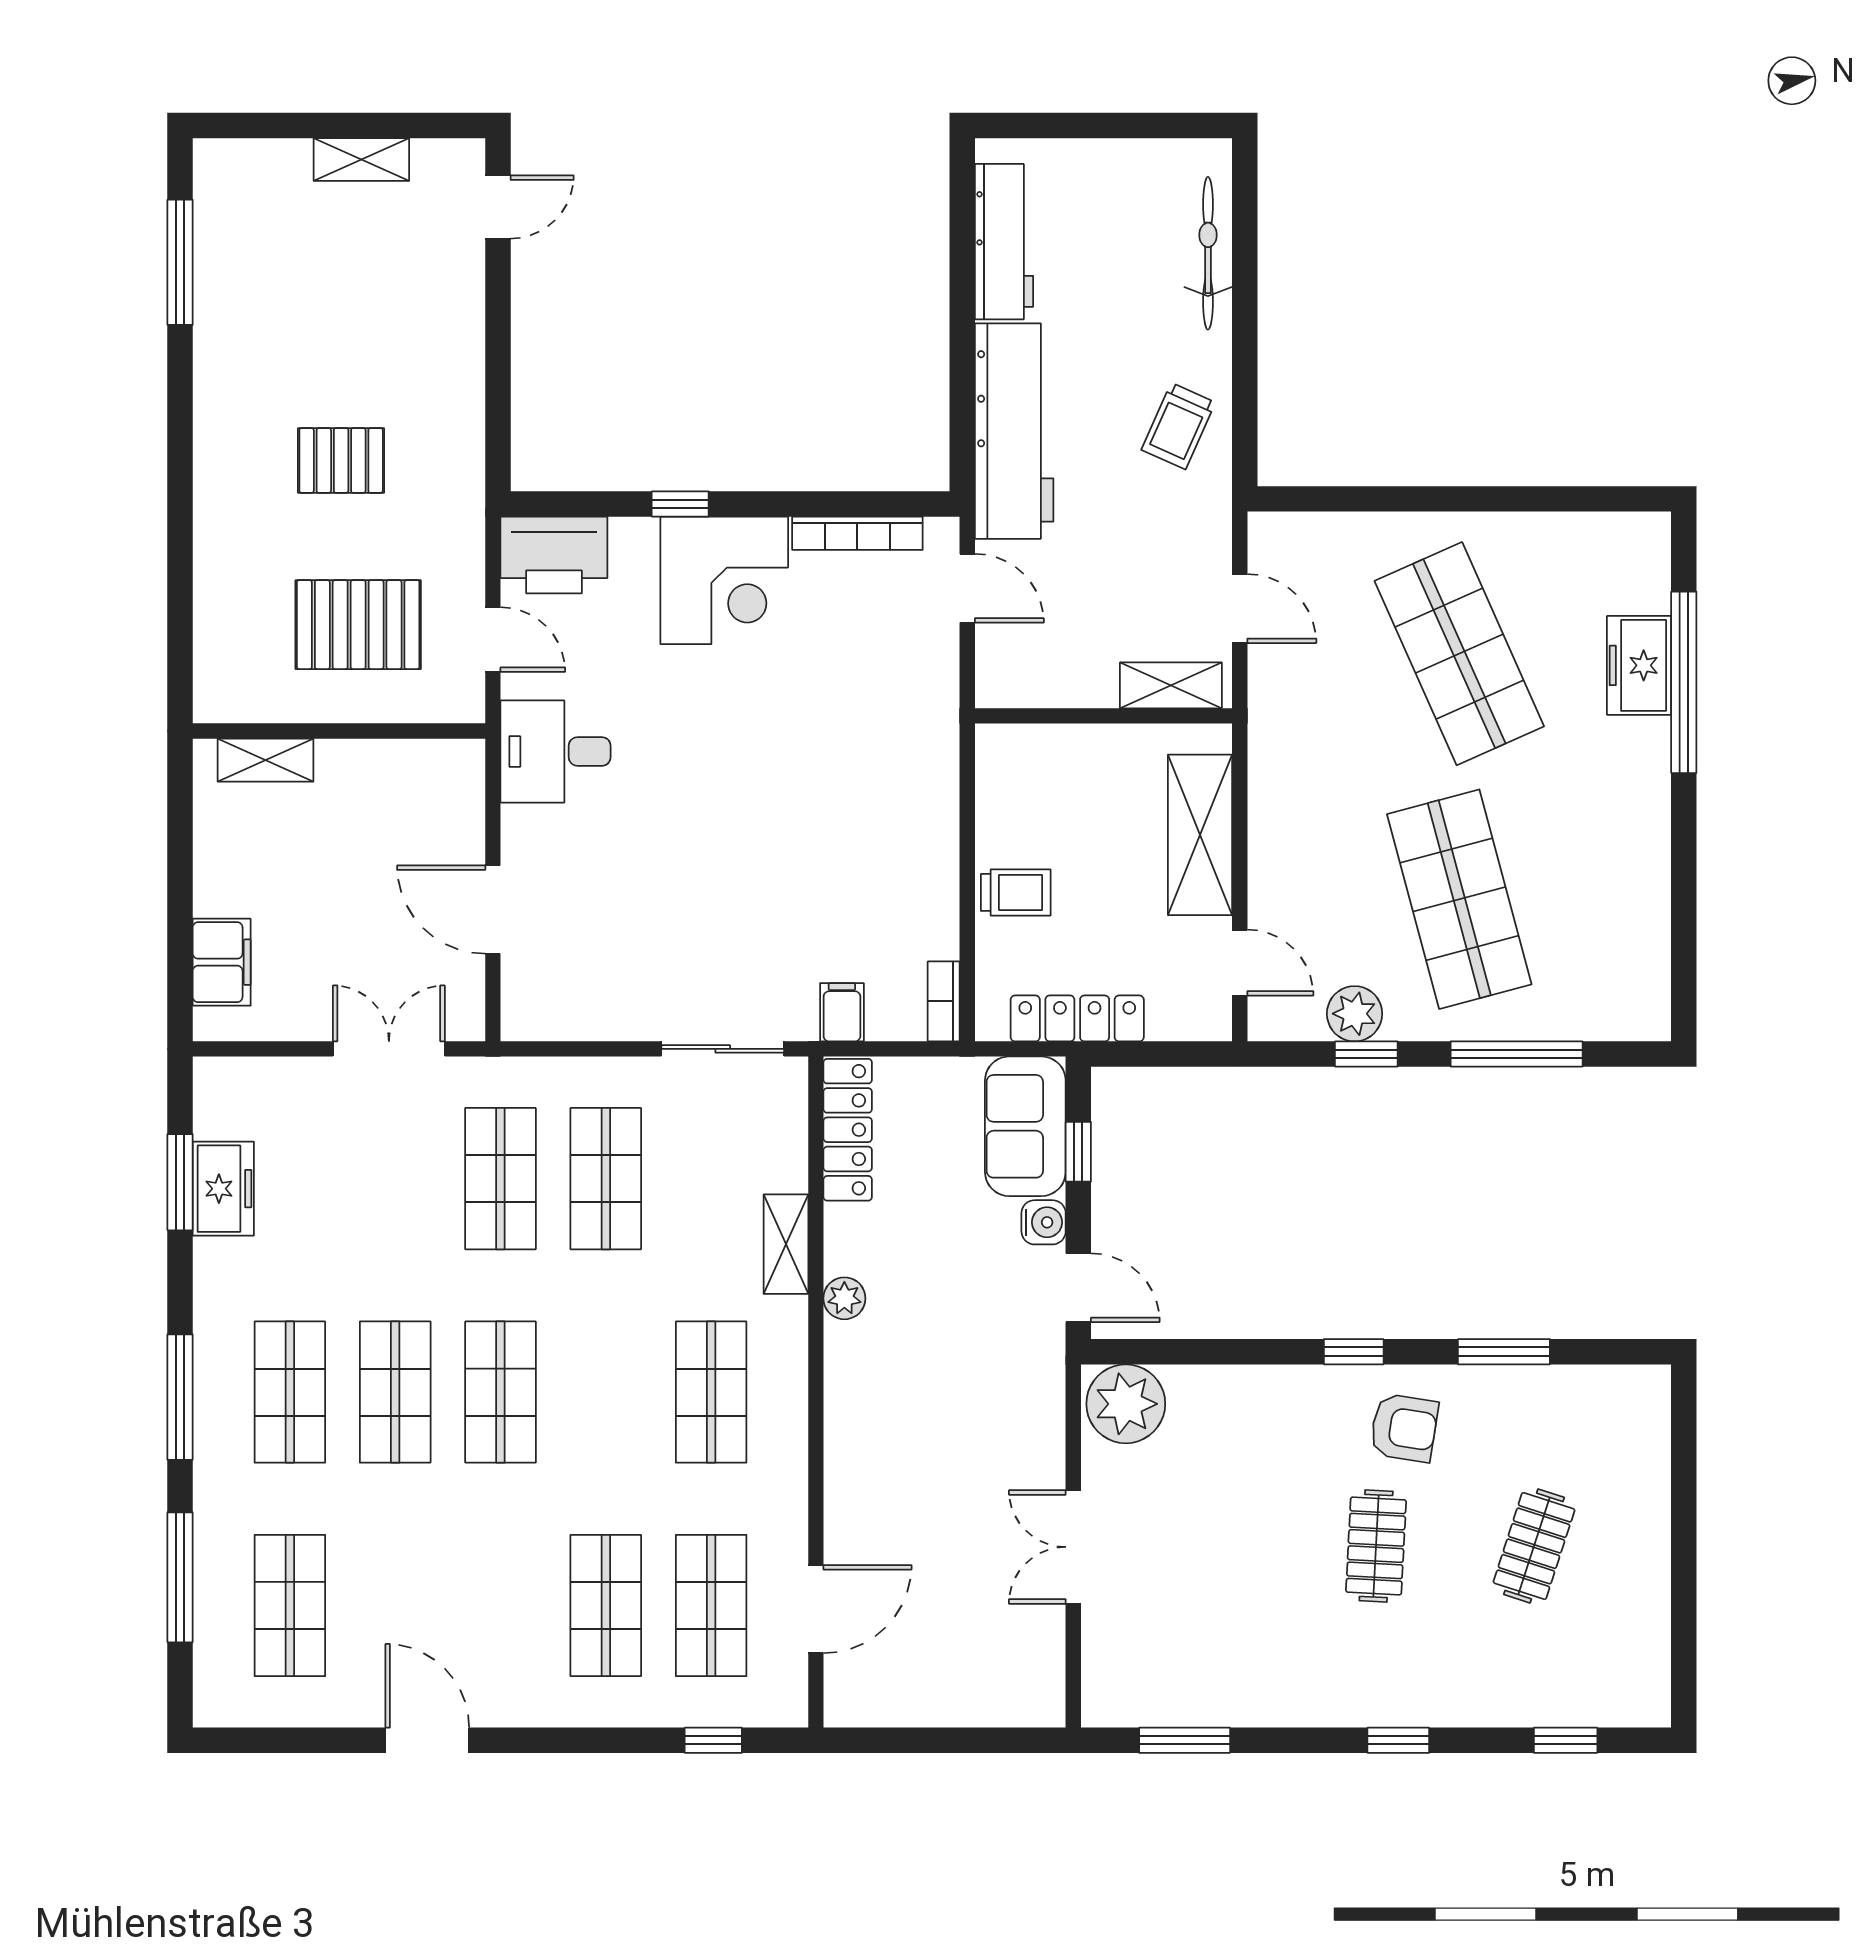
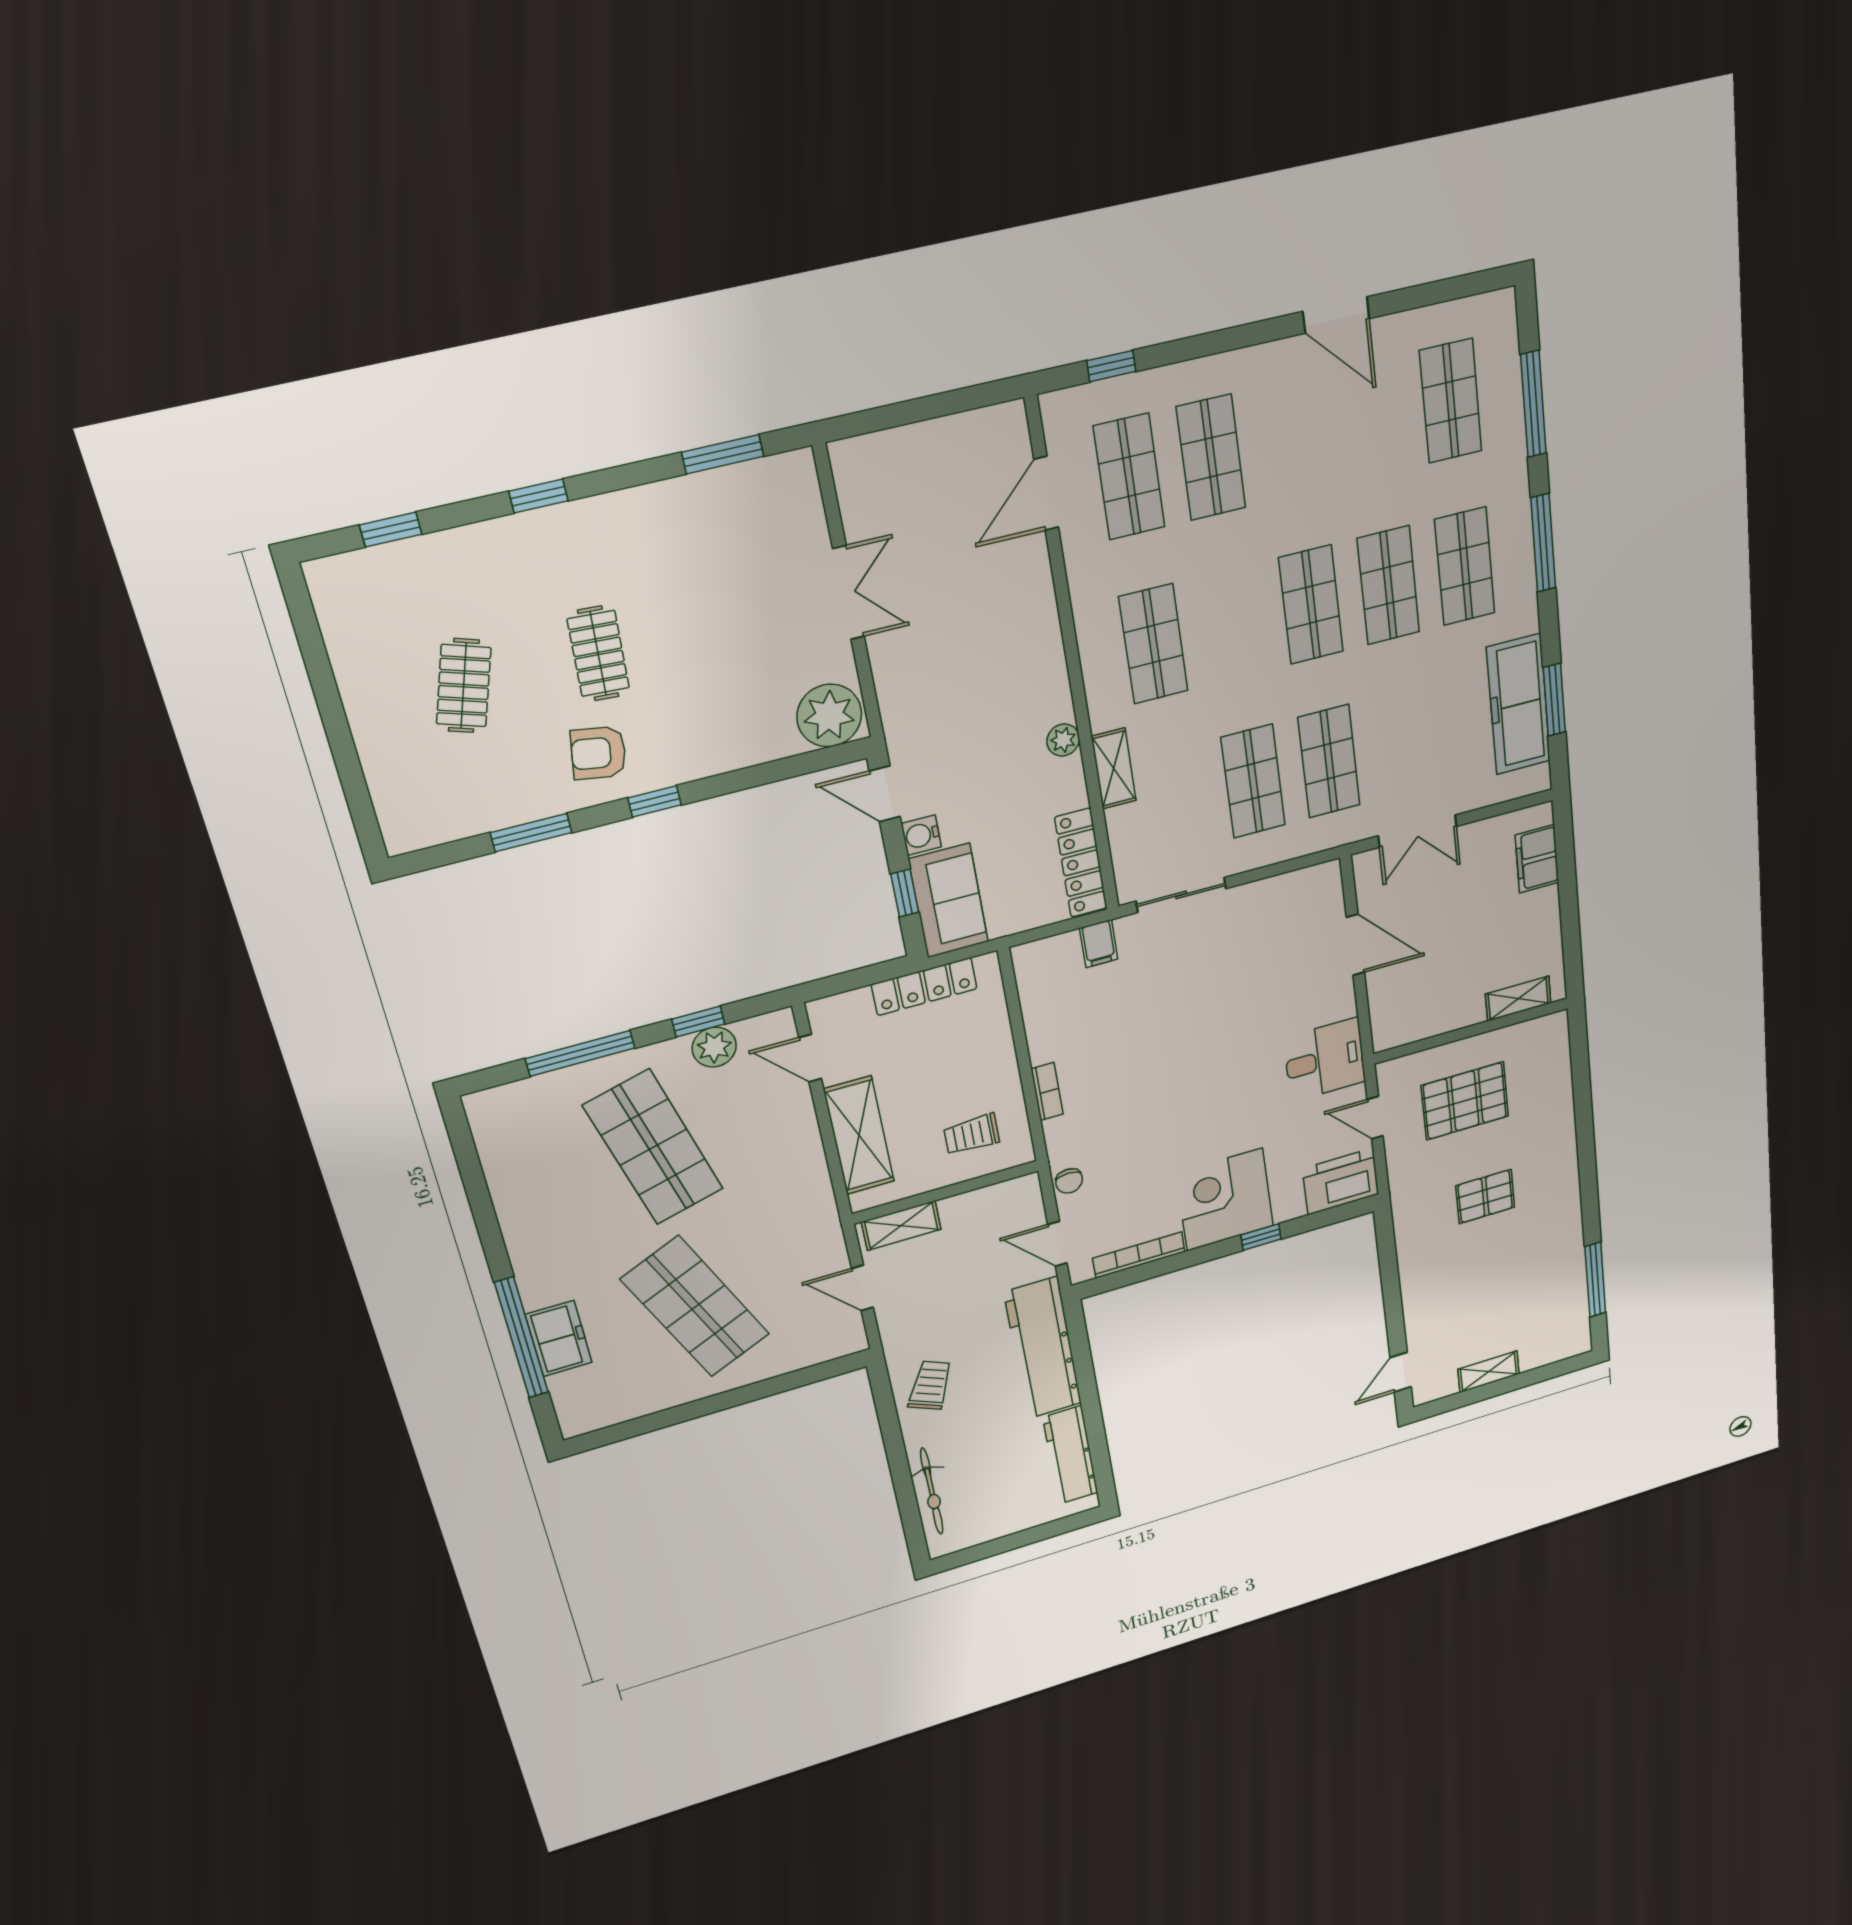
chair: (936, 679) -> (1069, 1181), added
trolley: (1016, 892) -> (972, 1134), moved
bookcase: (944, 1001) -> (1047, 1091), moved
freezer: (223, 1189) -> (1518, 704), width x1.91, depth x1.26

